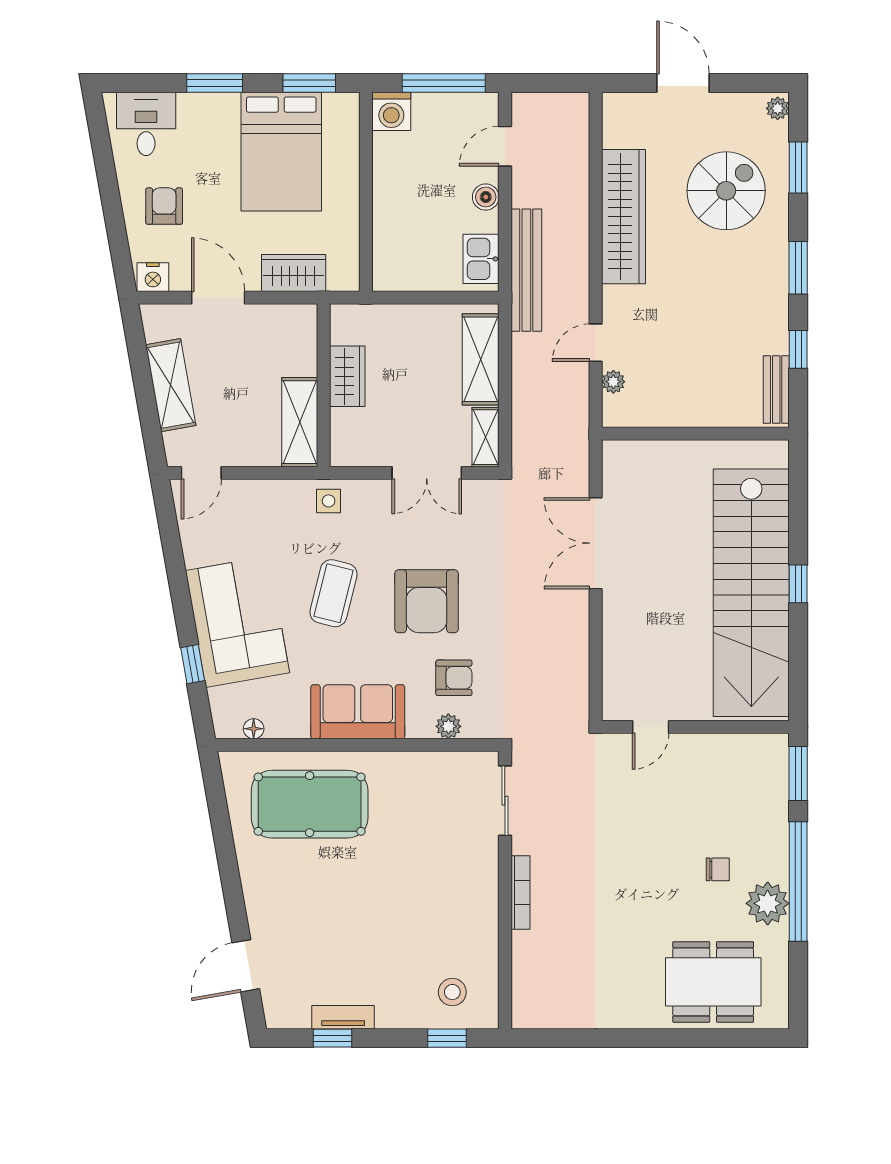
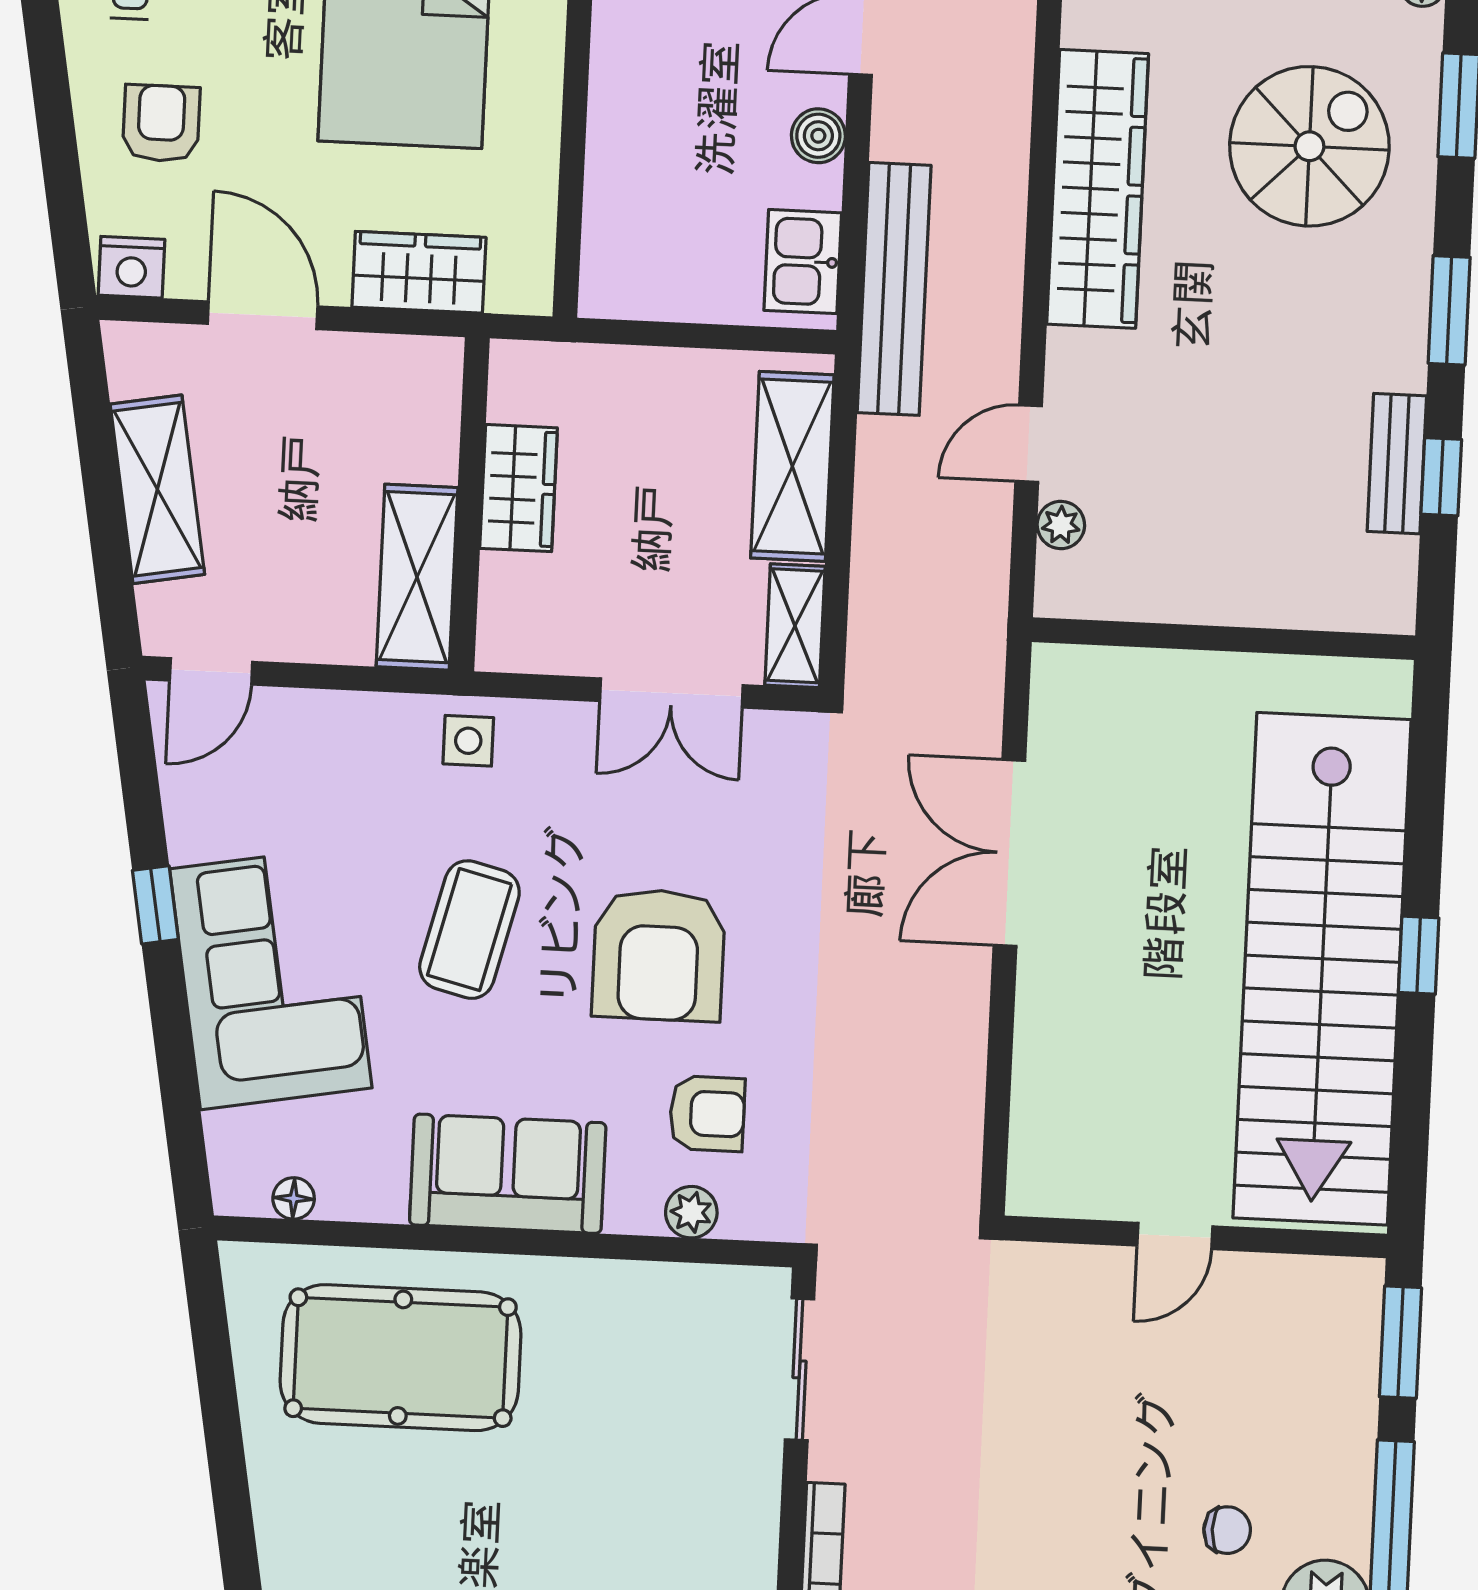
bench: (776, 390) -> (1397, 464), moved
window: (193, 664) -> (155, 905), moved
door: (651, 727) -> (1175, 1236), moved

